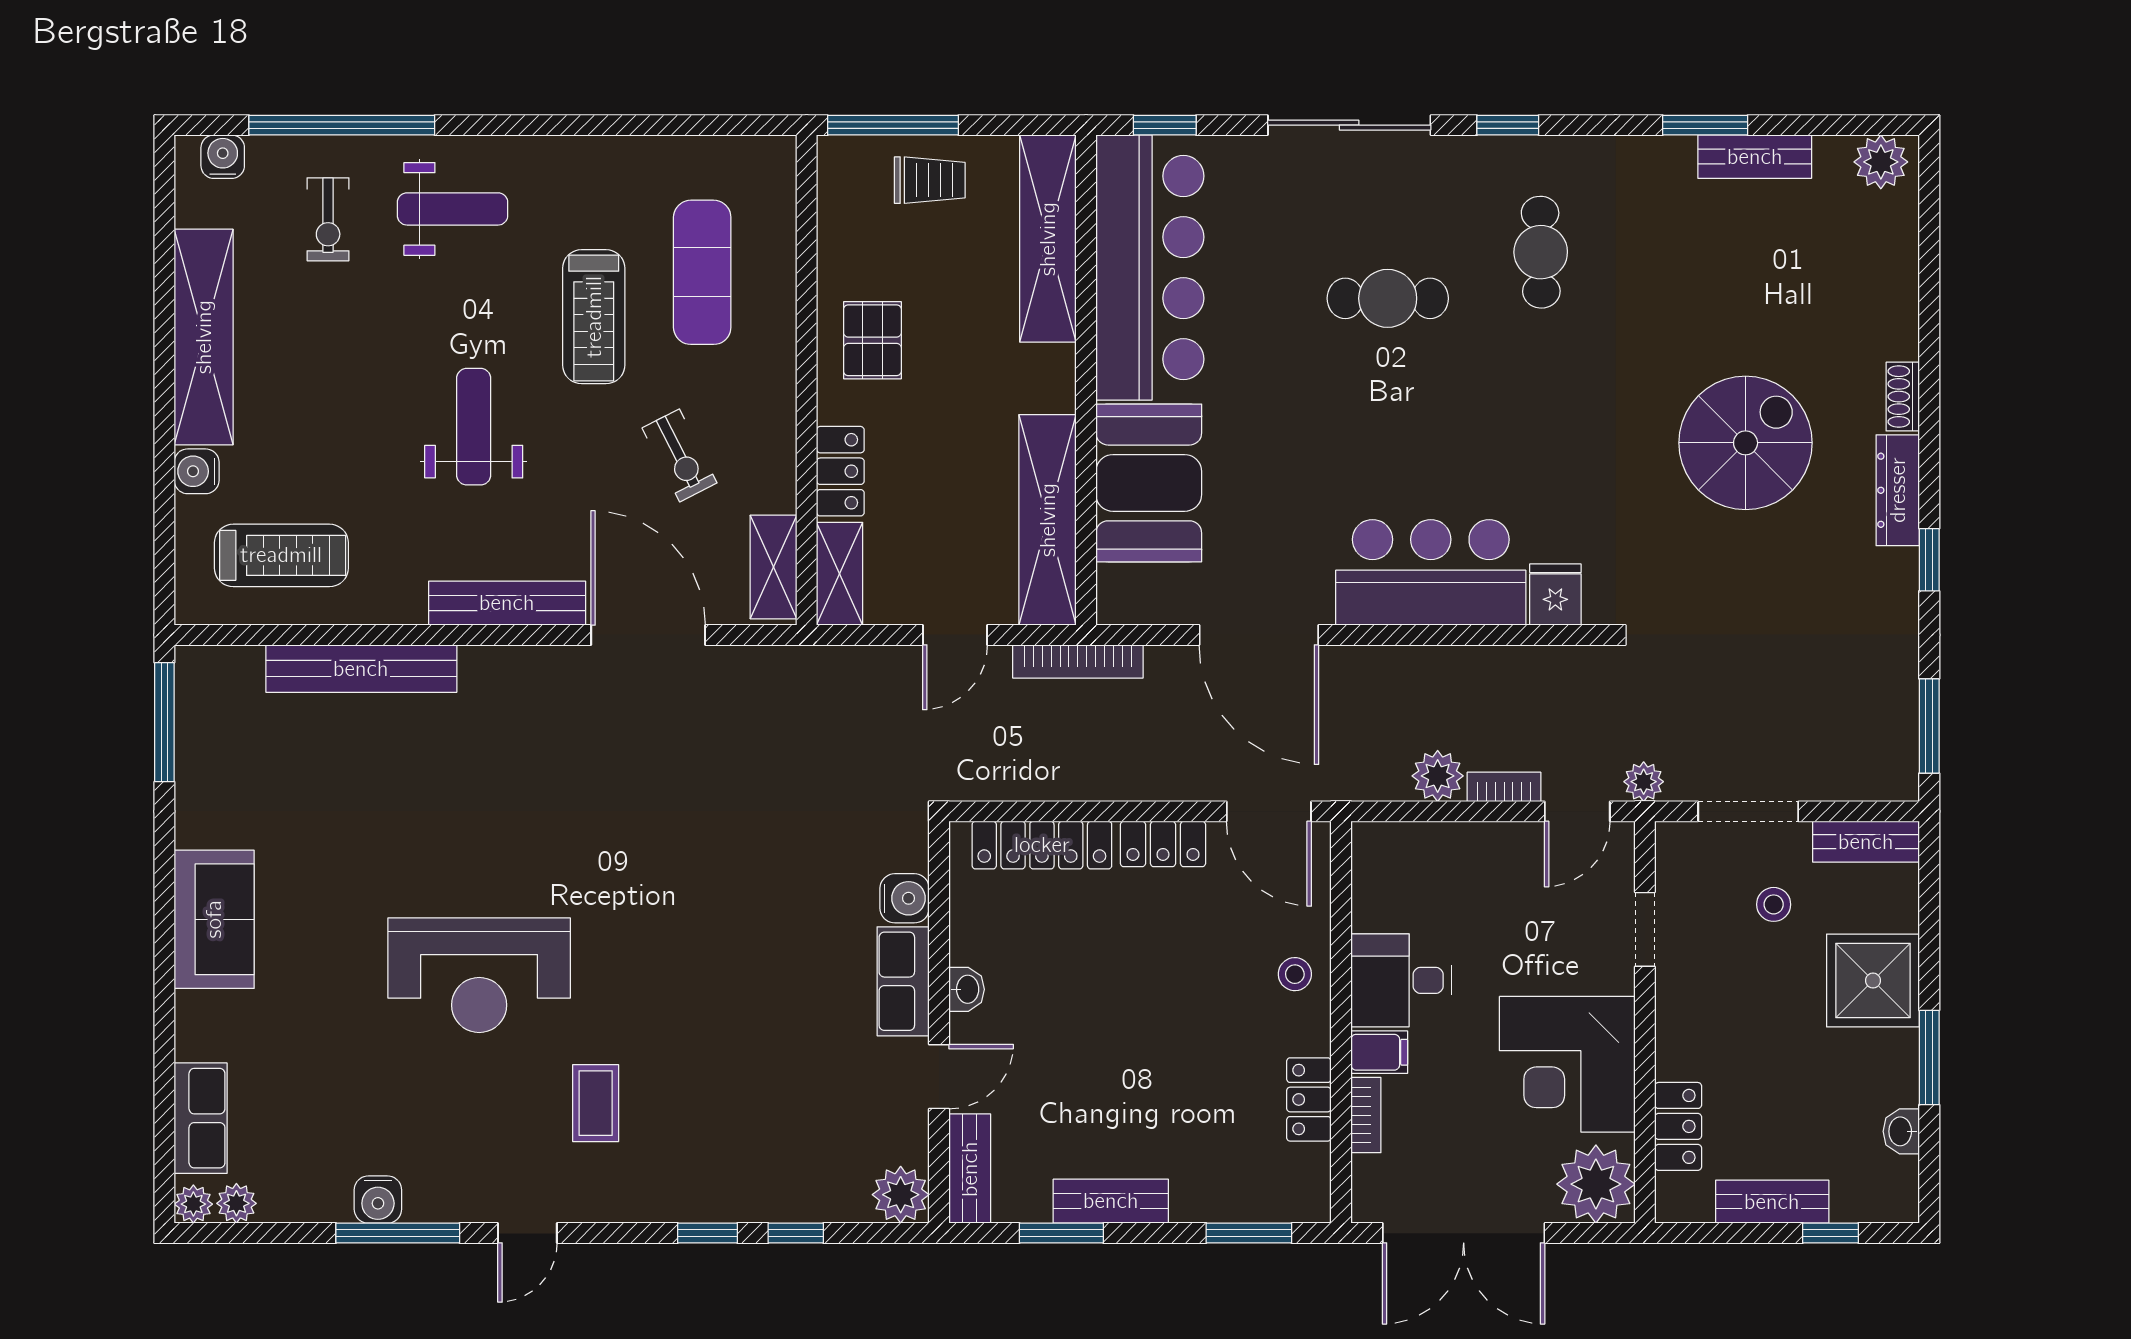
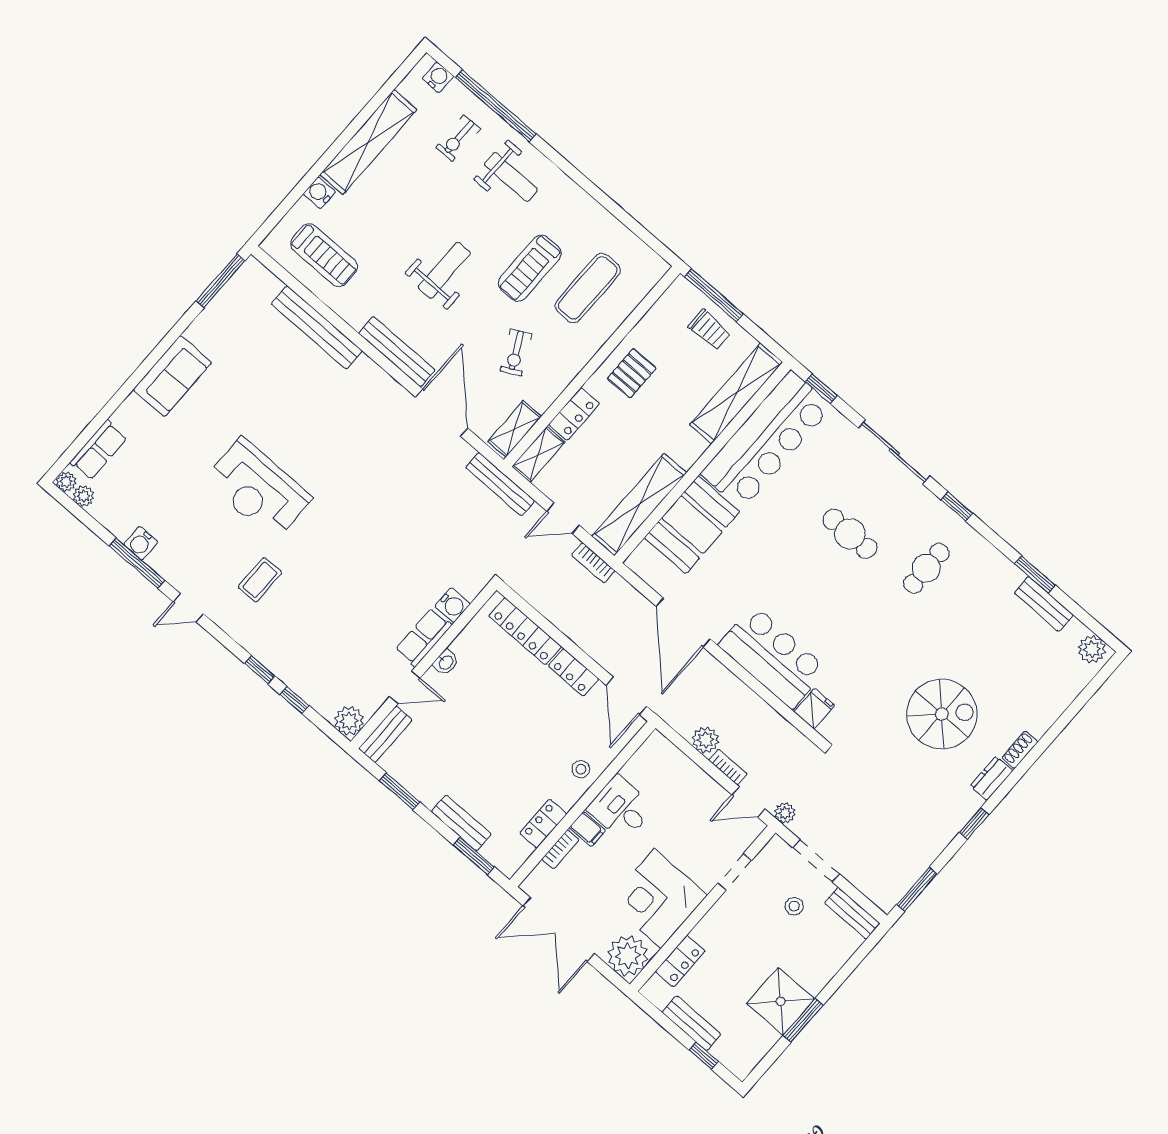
dresser: (1898, 490) -> (991, 778), width x0.70
bookcase: (1078, 661) -> (593, 563), width x0.64
bench: (822, 665) -> (500, 484), added
shower: (1873, 981) -> (780, 1001), moved
washbasin: (1901, 1131) -> (767, 1040), removed
bench: (1111, 1201) -> (461, 823), moved

